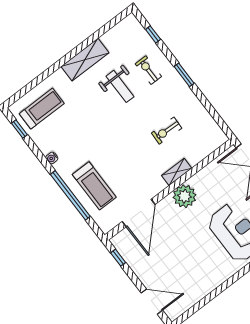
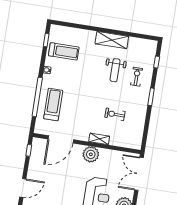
treadmill: (42, 109) -> (64, 51), moved
treadmill: (94, 186) -> (53, 104), turned 180
door: (152, 302) -> (23, 188), hinge flipped

